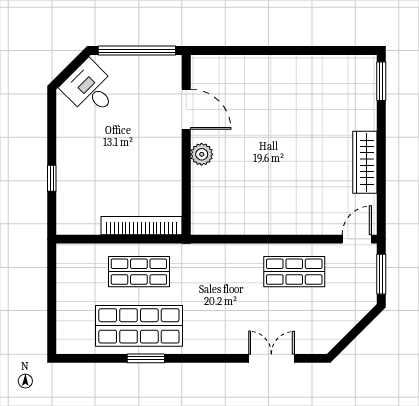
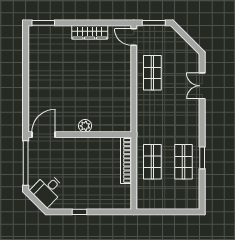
door: (186, 109) -> (43, 135), moved
window: (52, 178) -> (79, 212), moved
shop shelf: (139, 326) -> (183, 162), width x0.70, depth x0.74

